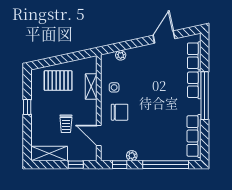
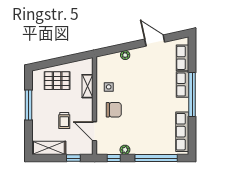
door: (164, 37) -> (155, 41), hinge flipped
plant: (121, 55) -> (125, 55), moved
window: (27, 107) -> (29, 105), width x2.17

